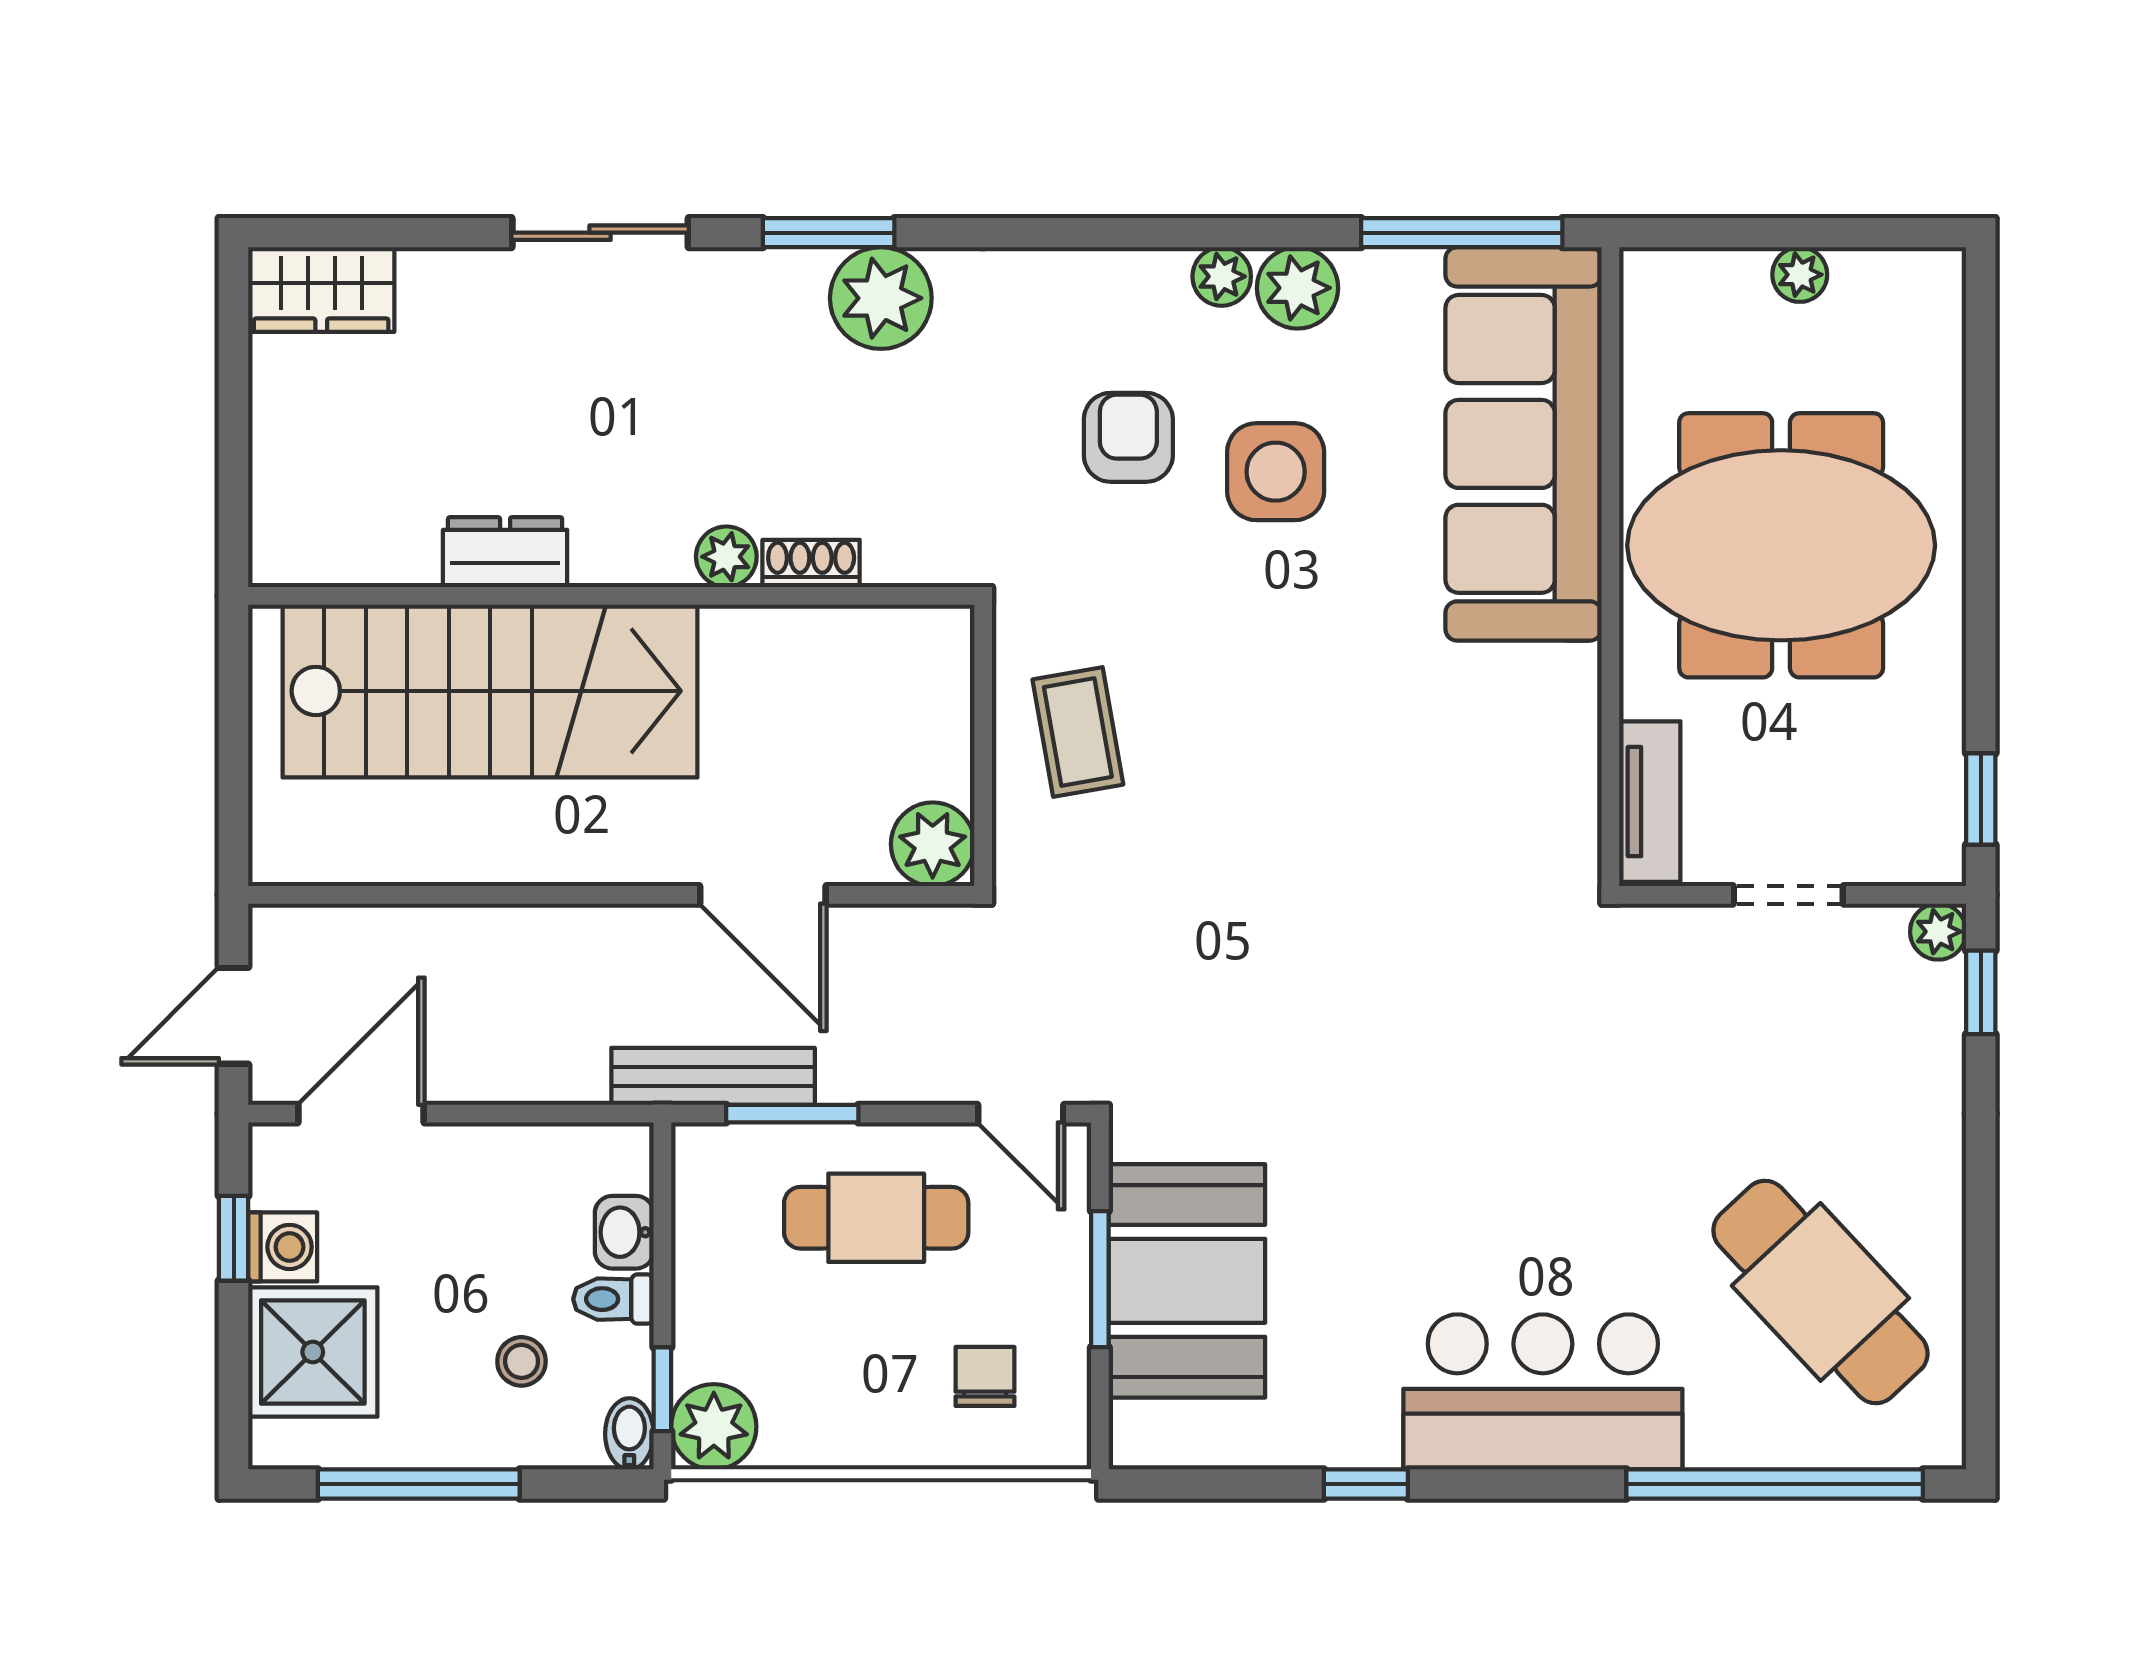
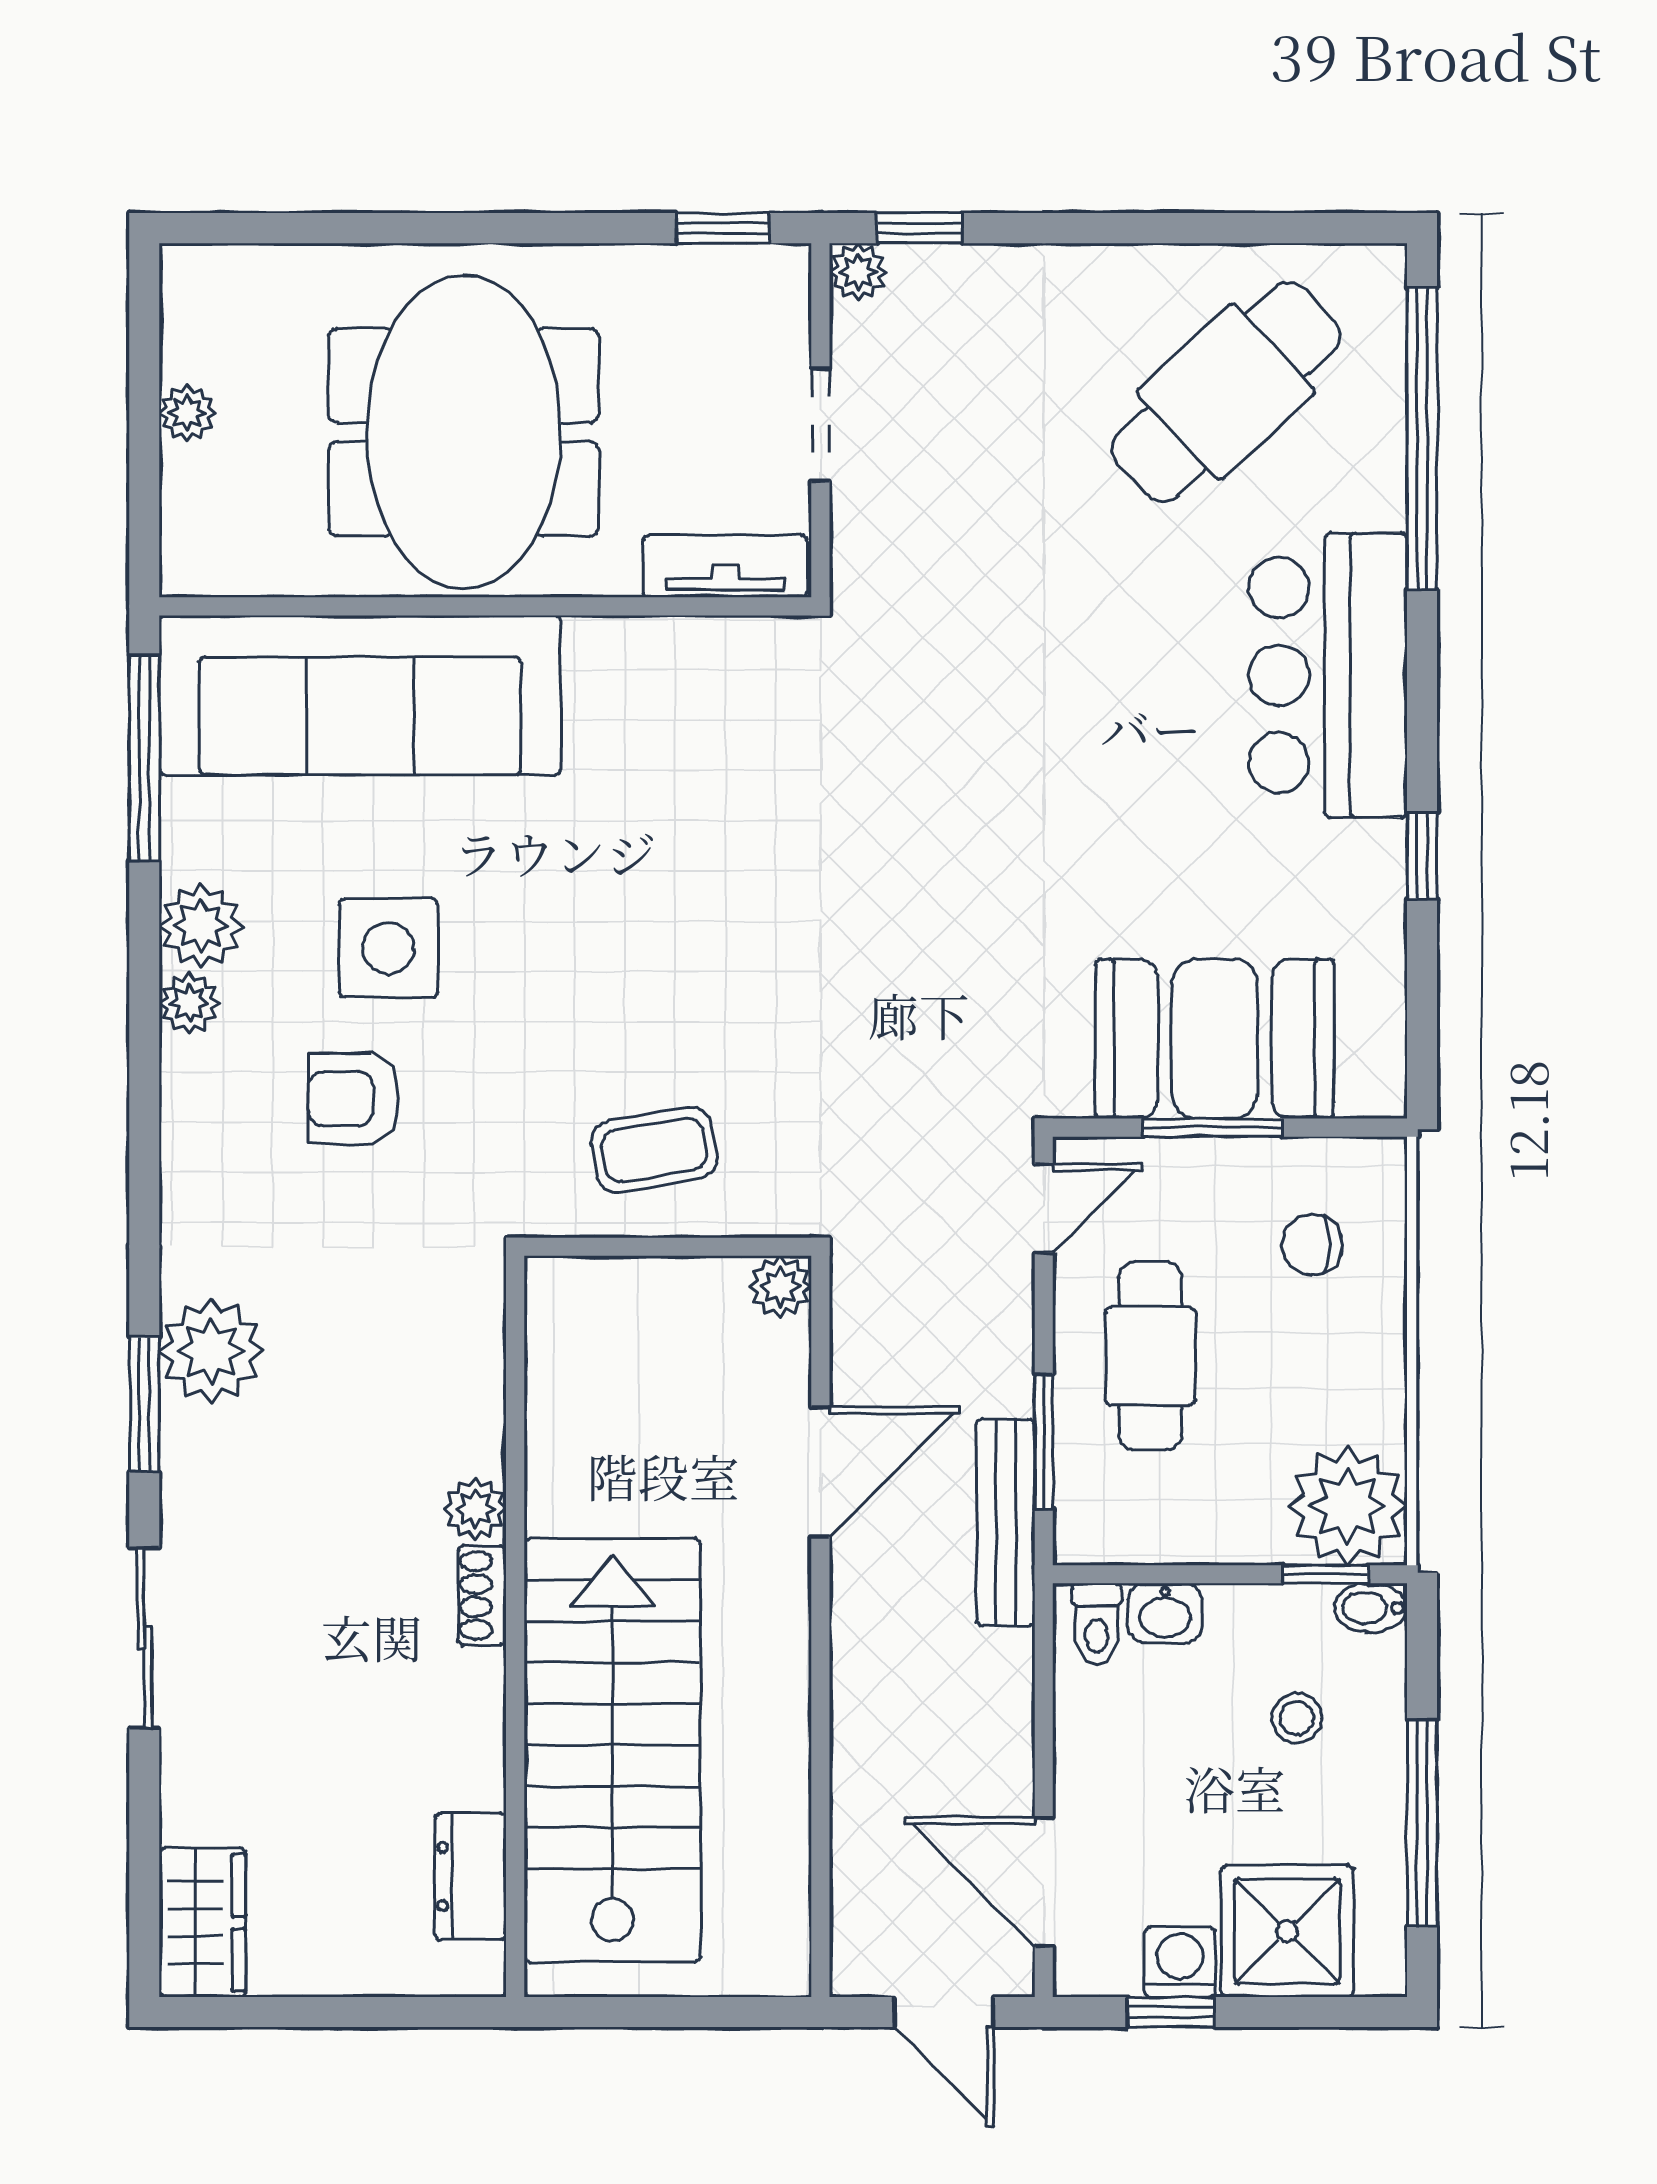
dresser: (505, 552) -> (471, 1876), moved
shoe rack: (811, 563) -> (482, 1596), moved
plant: (933, 844) -> (780, 1287), width x0.73, depth x0.73
toilet: (613, 1299) -> (1097, 1624), moved
plant: (714, 1427) -> (1348, 1506), width x1.36, depth x1.36

